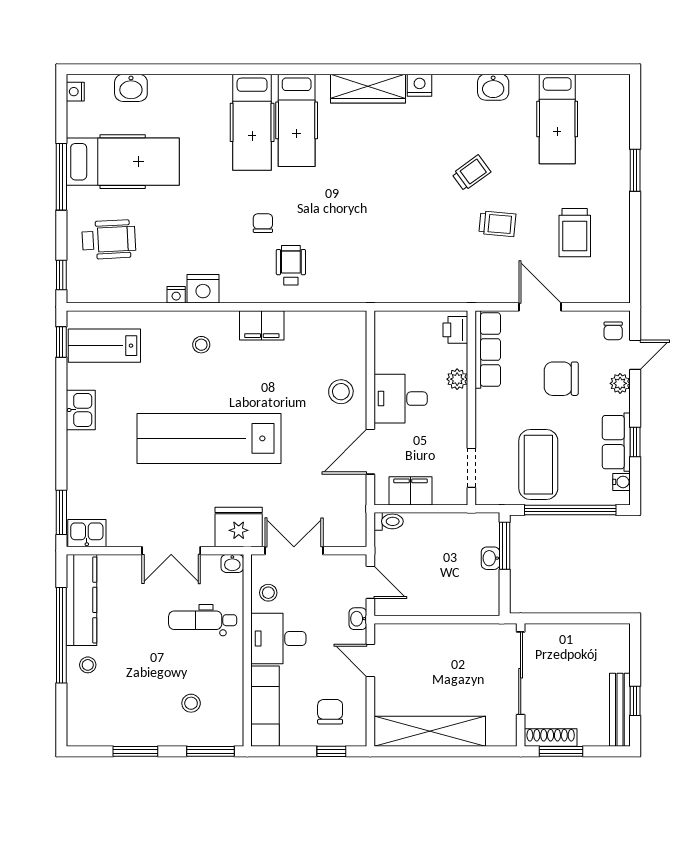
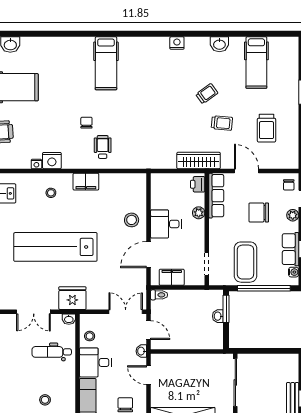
wardrobe: (368, 89) -> (199, 161), moved, turned 180
hospital bed: (252, 122) -> (80, 64), removed
double door: (294, 551) -> (126, 312), moved

